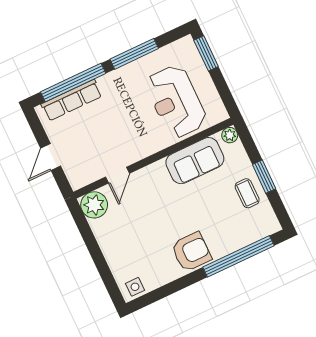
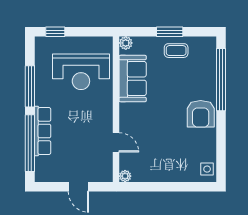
window: (206, 53) -> (55, 32), width x0.67
row of seats: (72, 100) -> (43, 131), moved
plant: (94, 205) -> (125, 176), width x0.53, depth x0.53
armchair: (191, 252) -> (201, 114), turned 180

